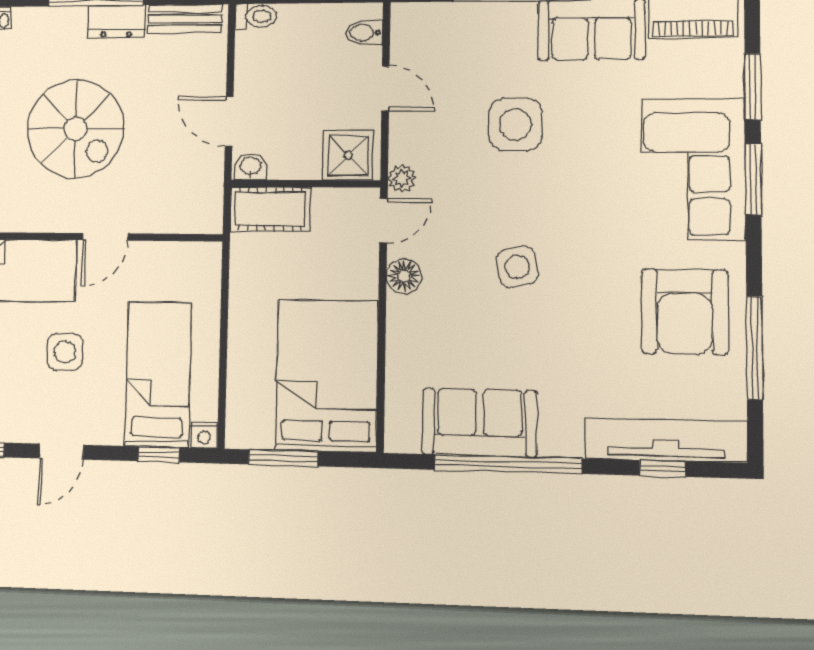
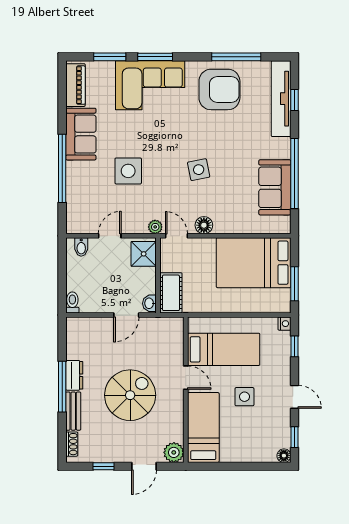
bench: (185, 19) -> (73, 411), moved
bed: (158, 374) -> (224, 349), moved, turned 180

